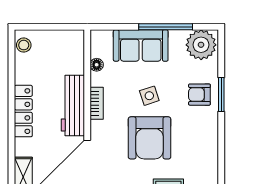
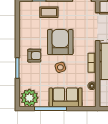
armchair: (199, 95) -> (34, 56), moved

